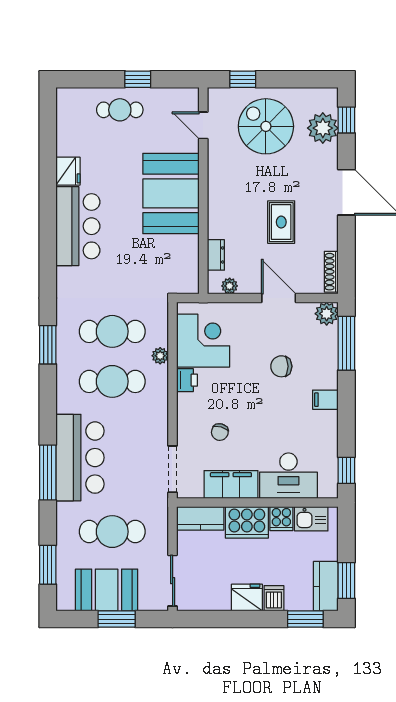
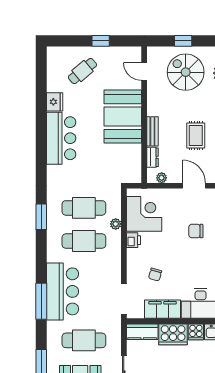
window: (243, 79) -> (183, 41), moved
cafe table: (120, 110) -> (82, 71), moved, turned -40
bench: (216, 216) -> (152, 131), added

